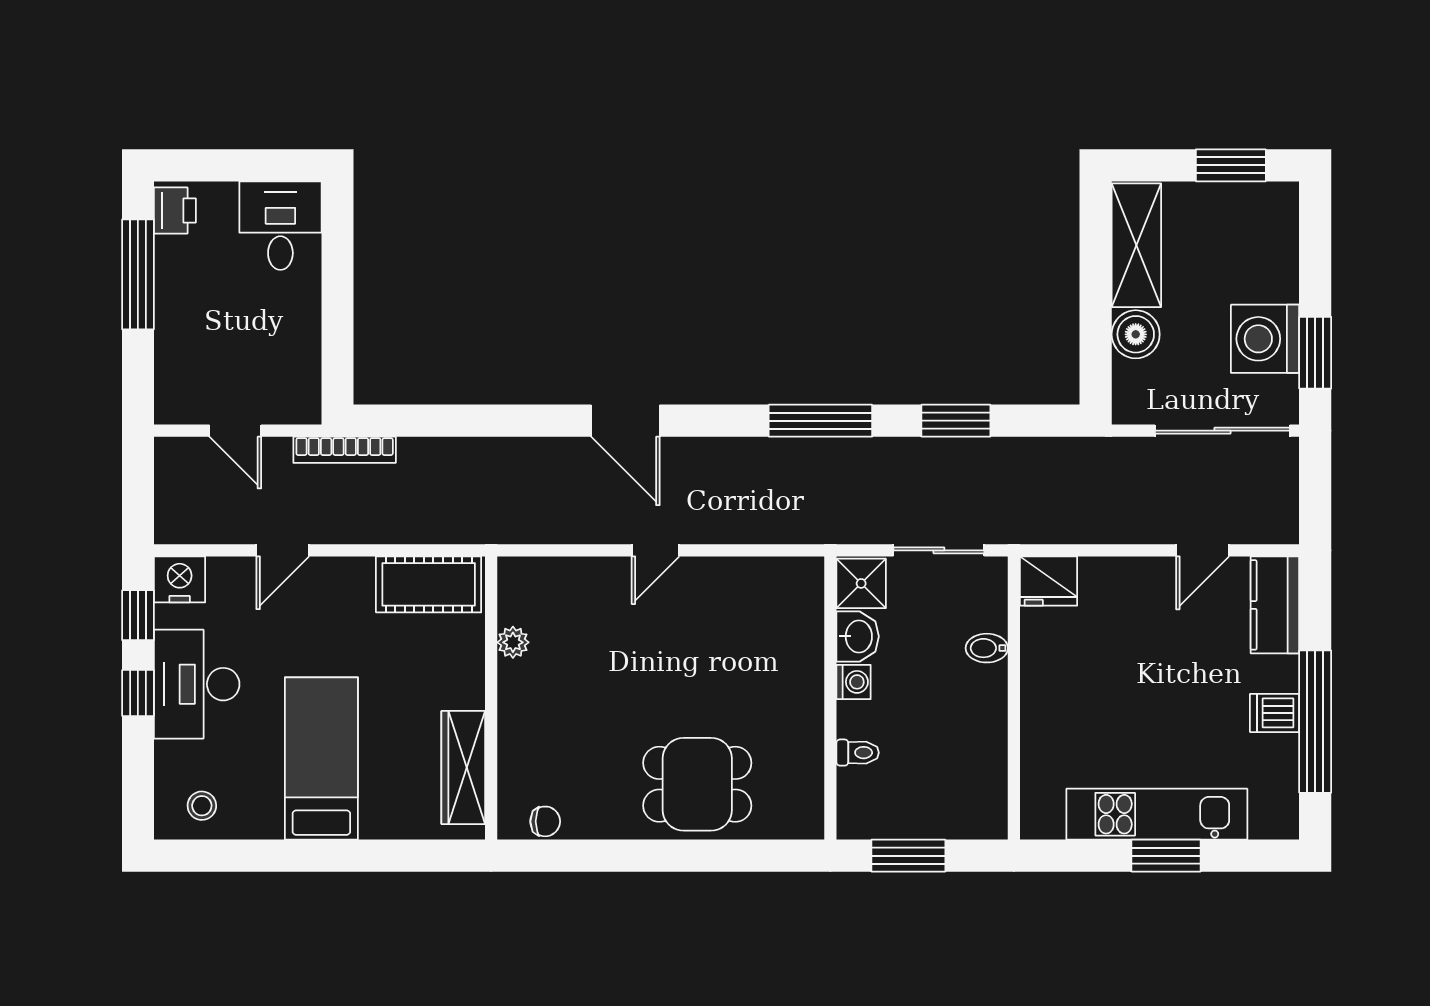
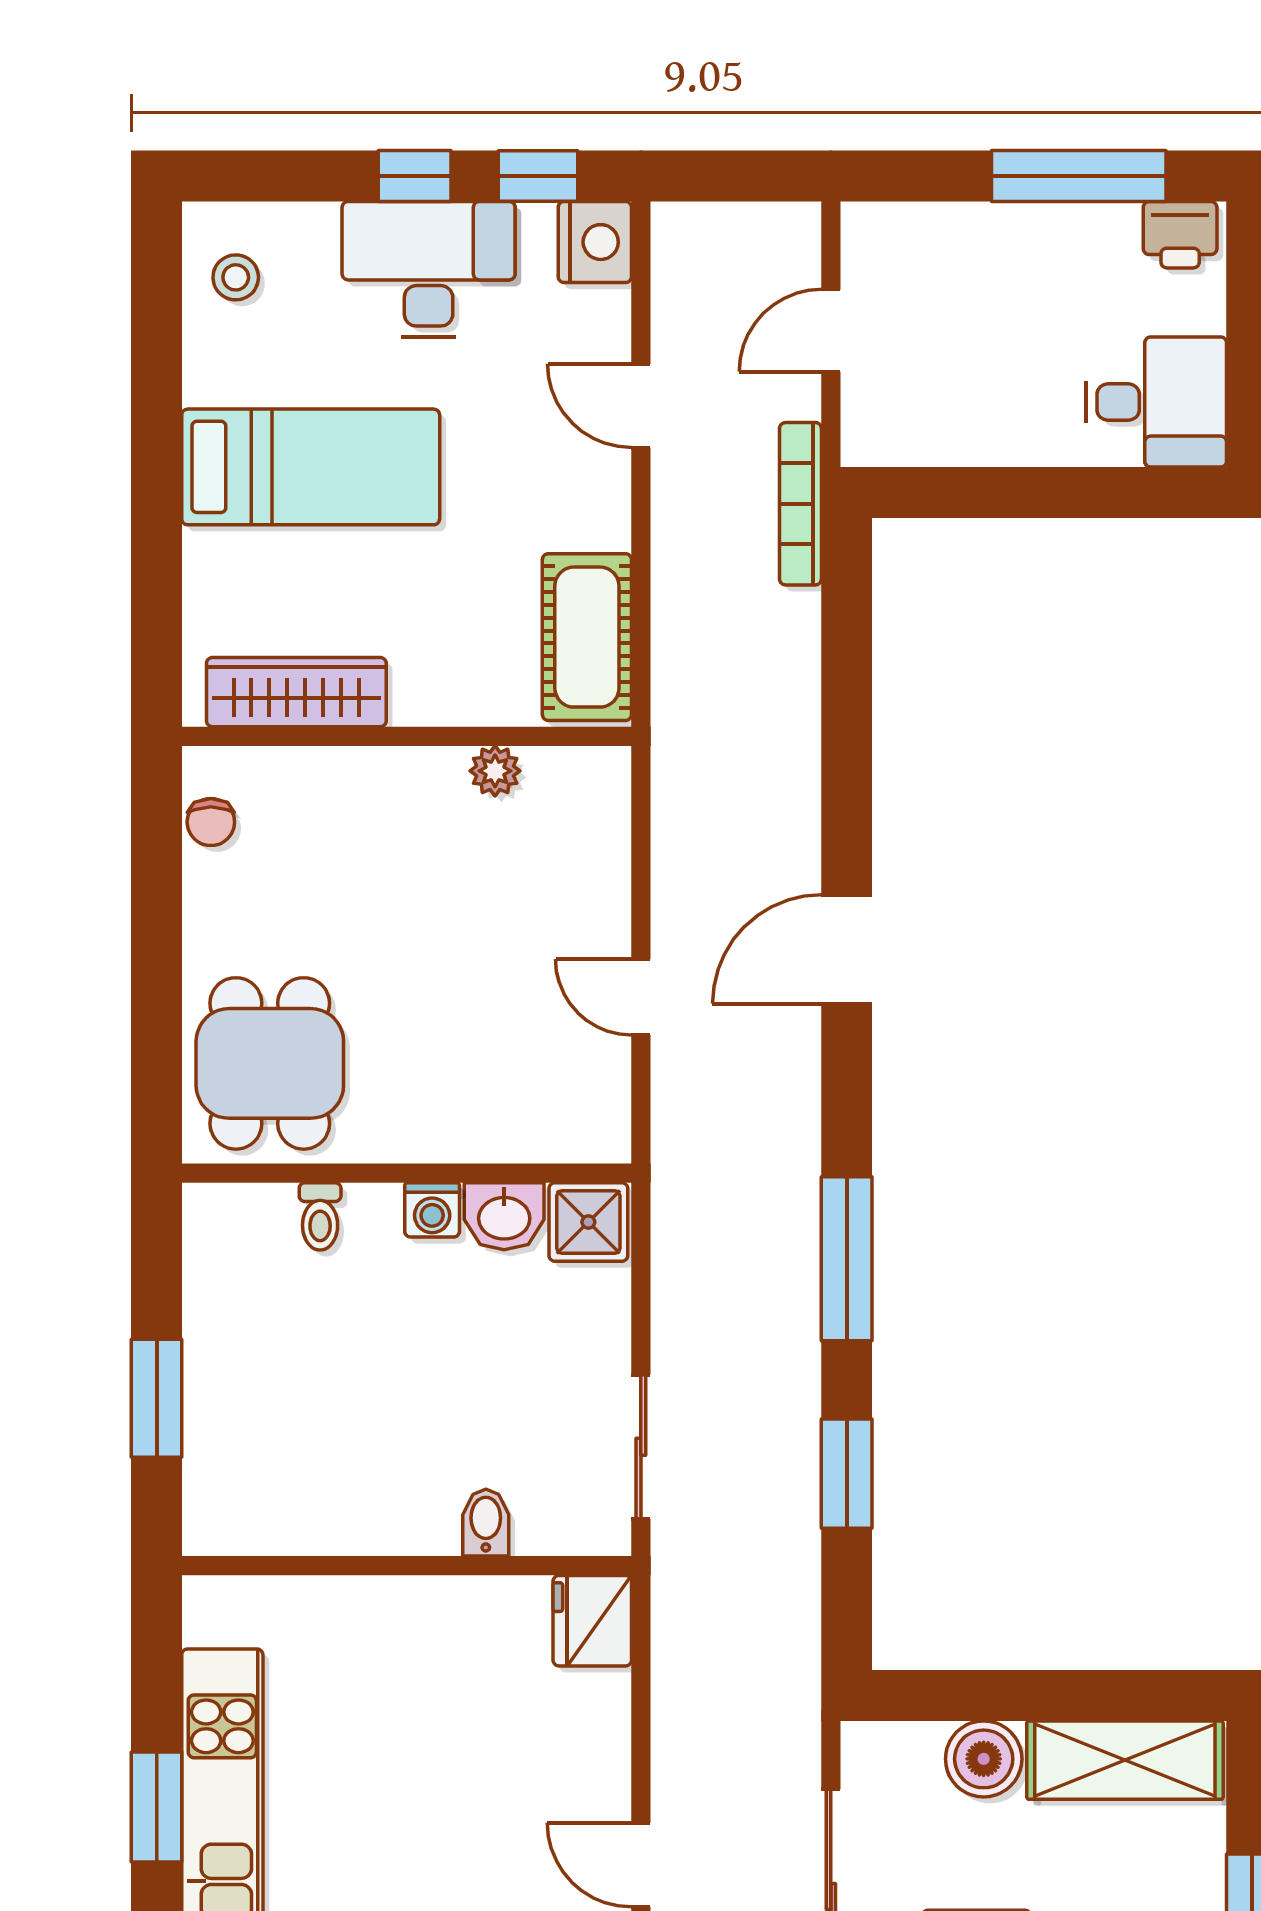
shower: (861, 583) -> (588, 1222), moved
washbasin: (858, 636) -> (504, 1216), moved
washing machine: (854, 682) -> (432, 1210), moved
wall: (830, 698) -> (407, 1173), moved
toilet: (858, 753) -> (320, 1216), moved

